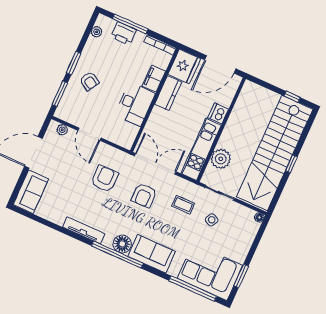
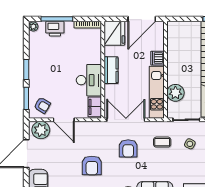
plant: (97, 32) -> (33, 27), moved
filing cabinet: (154, 78) -> (95, 107), moved
armchair: (89, 81) -> (42, 105), moved
kitchen counter: (168, 93) -> (111, 70), moved
plant: (62, 130) -> (41, 130), width x1.88, depth x1.88
armchair: (105, 179) -> (92, 165), moved, turned 180

